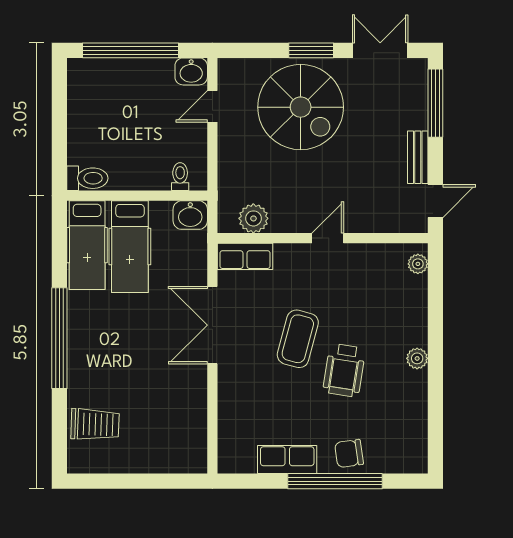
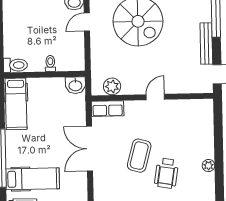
bench: (418, 157) -> (206, 43), width x1.36
toilet: (180, 177) -> (50, 63), moved
hospital bed: (130, 247) -> (33, 179), moved, turned -90
plant: (418, 264) -> (208, 111), removed

